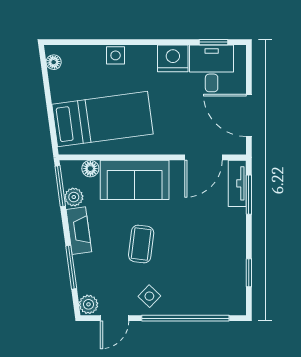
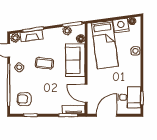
nightstand: (173, 58) -> (121, 26), moved, turned -98
fireplace: (79, 231) -> (32, 36), moved
armchair: (215, 286) -> (24, 99), added

